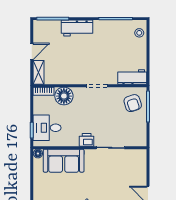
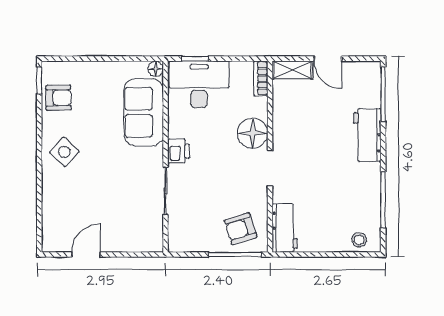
floor lamp: (64, 96) -> (253, 133), moved
desk: (47, 128) -> (199, 84), width x1.37

